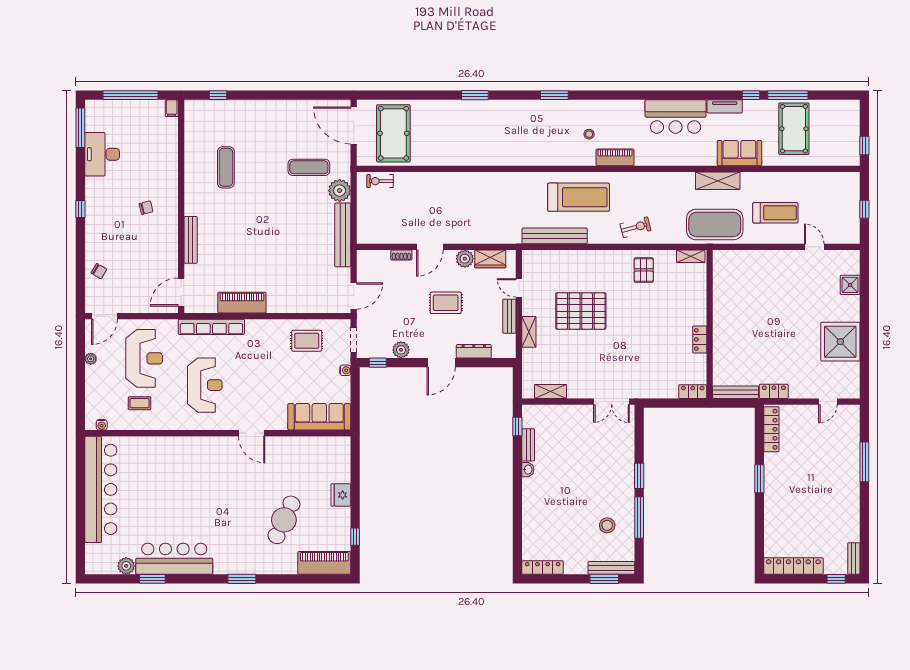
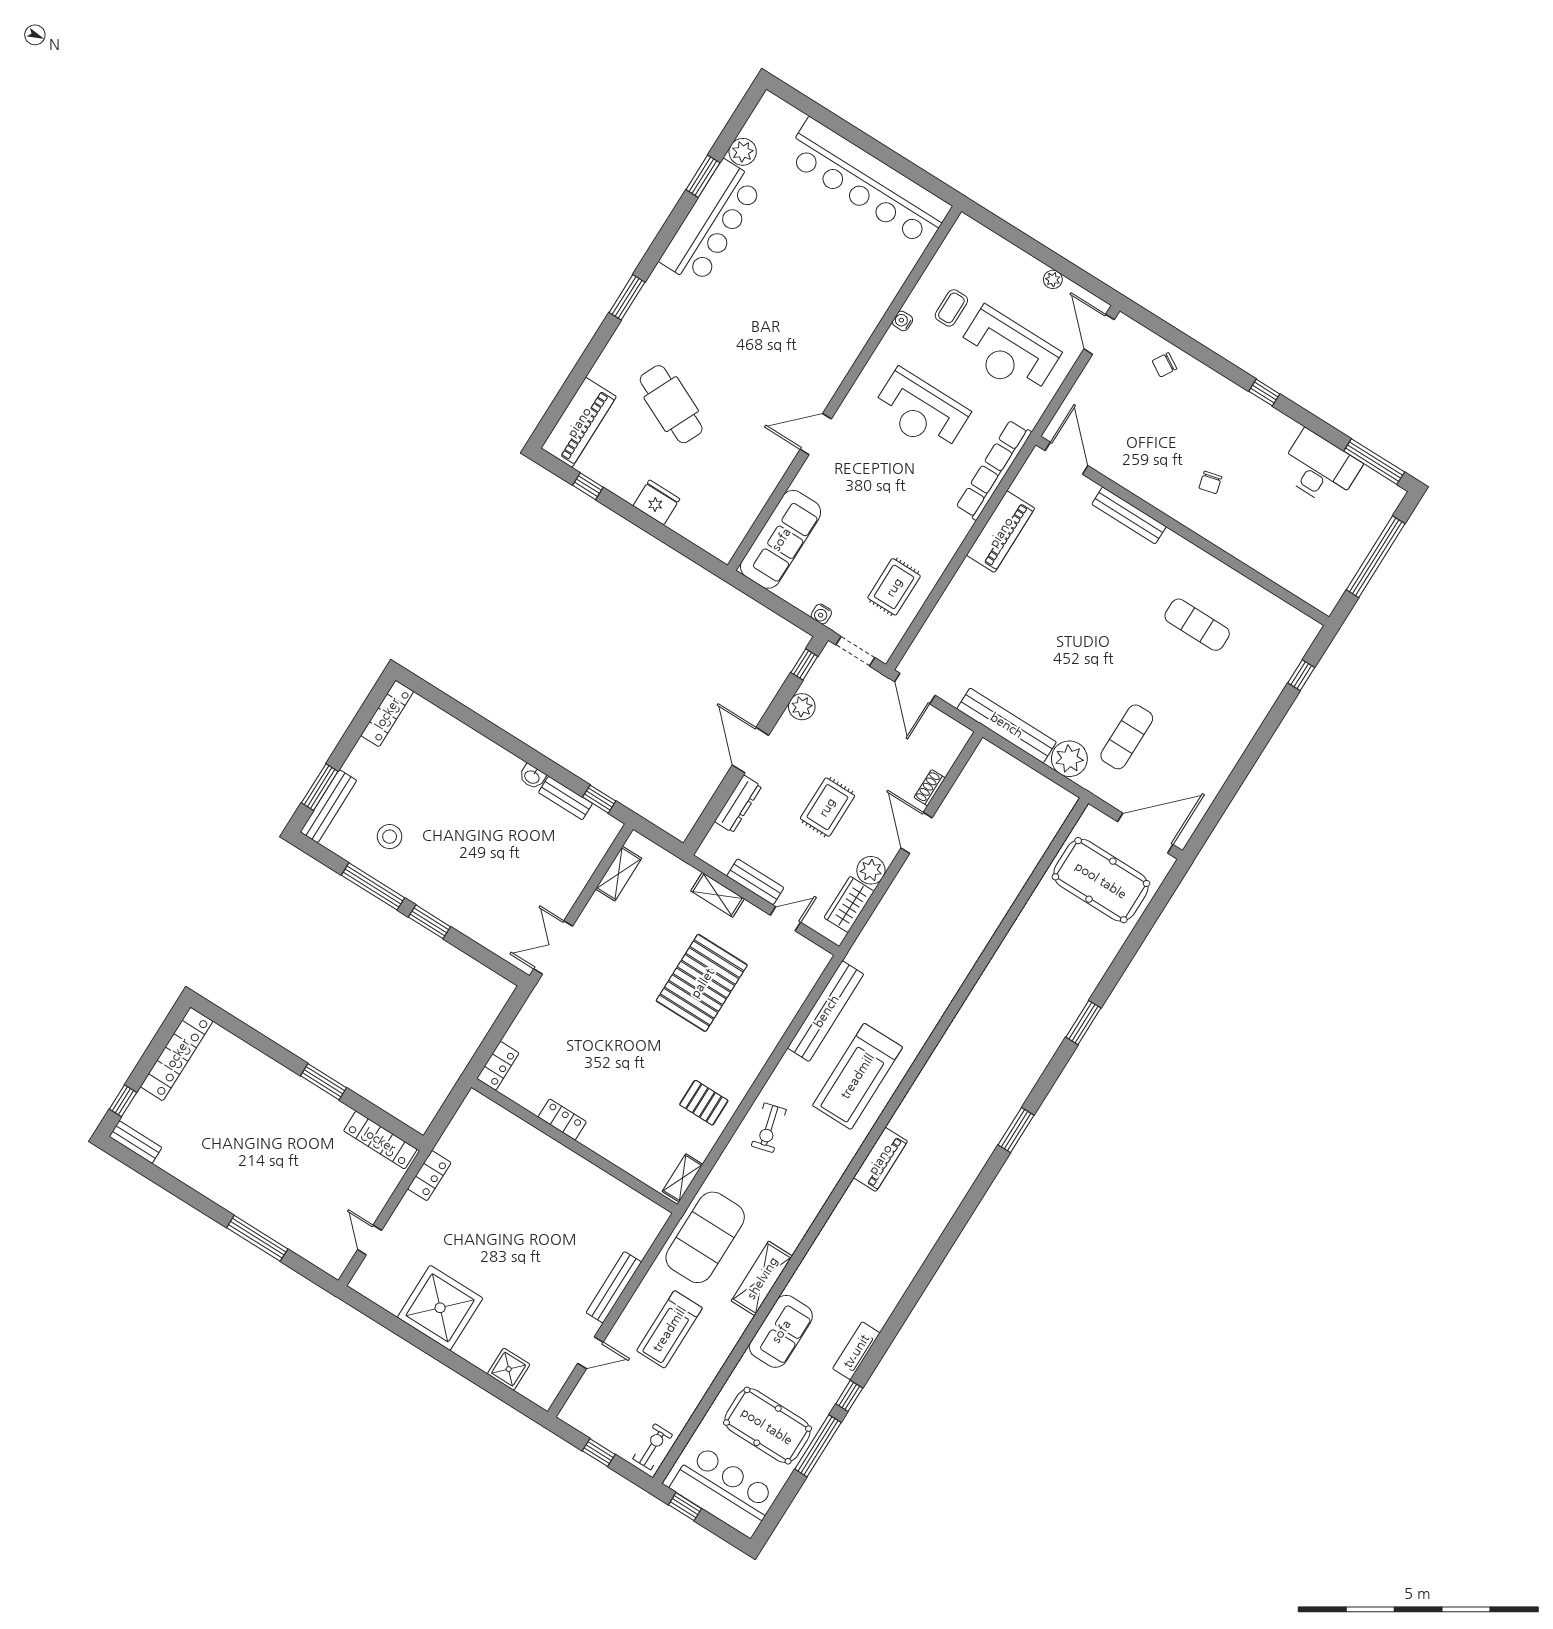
filing cabinet: (172, 108) -> (1323, 601), removed
bar counter: (676, 117) -> (724, 1491), moved, turned 90
stool: (589, 134) -> (934, 1144), removed
exercise bike: (380, 181) -> (653, 1447), moved
bench: (735, 392) -> (614, 1287), moved
water cooler: (102, 425) -> (903, 321), moved

